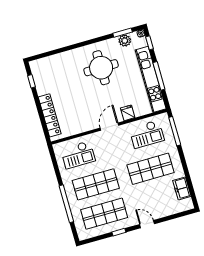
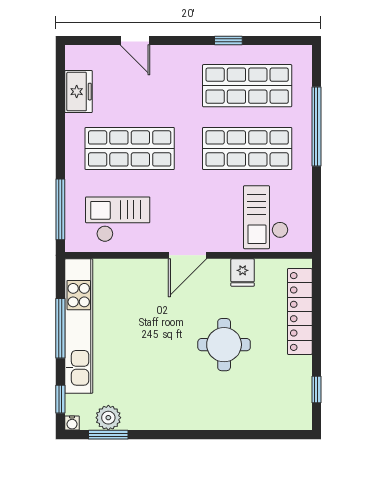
round table: (101, 68) -> (224, 345), moved, width x0.73, depth x0.73
fridge: (128, 113) -> (243, 273), moved
checkout: (78, 155) -> (266, 217), turned -90
door: (147, 224) -> (135, 40), moved

